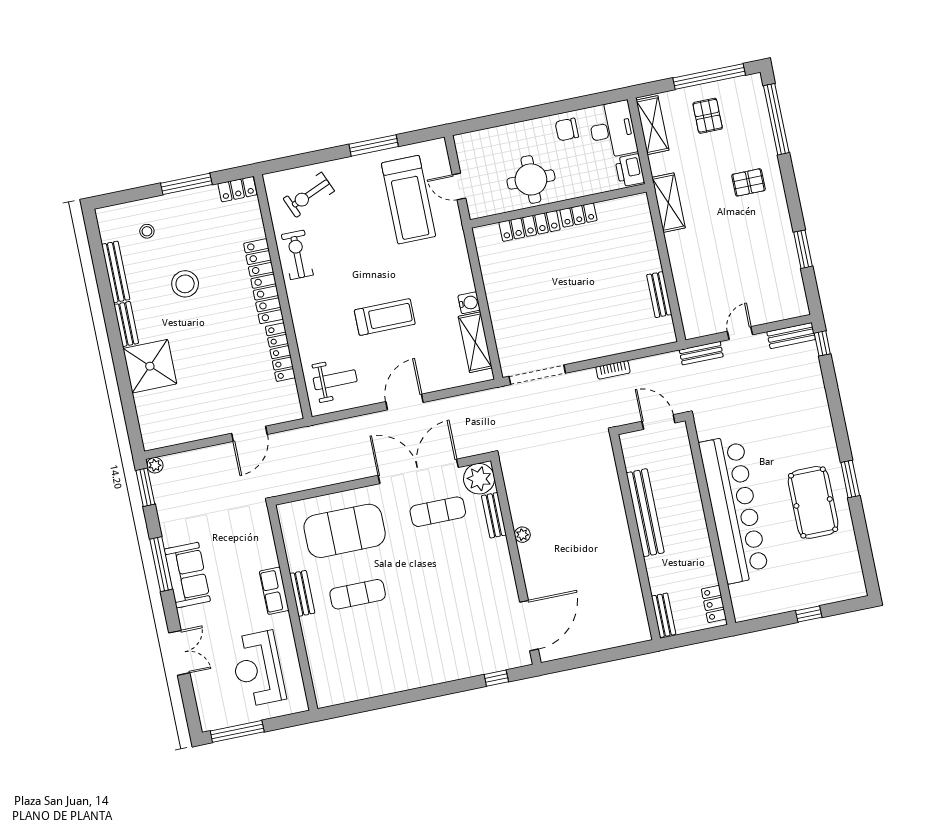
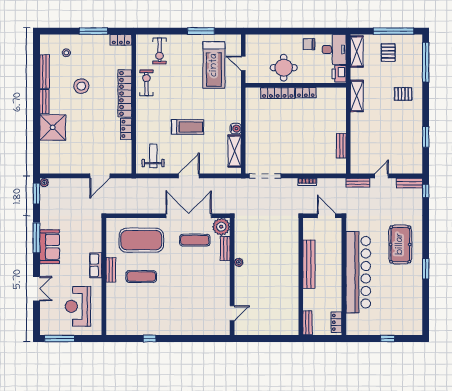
exercise bike: (309, 195) -> (160, 51), turned -67
locker: (280, 352) -> (126, 129), width x0.66
weight bench: (335, 380) -> (153, 156), turned -90
pool table: (813, 502) -> (400, 244), moved
door: (529, 626) -> (232, 313), width x0.53
window: (496, 678) -> (150, 338), moved

